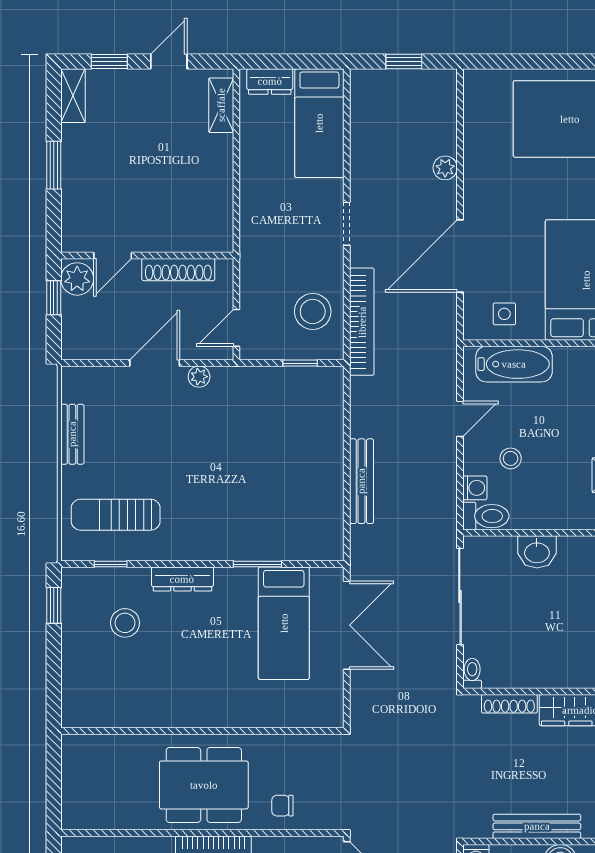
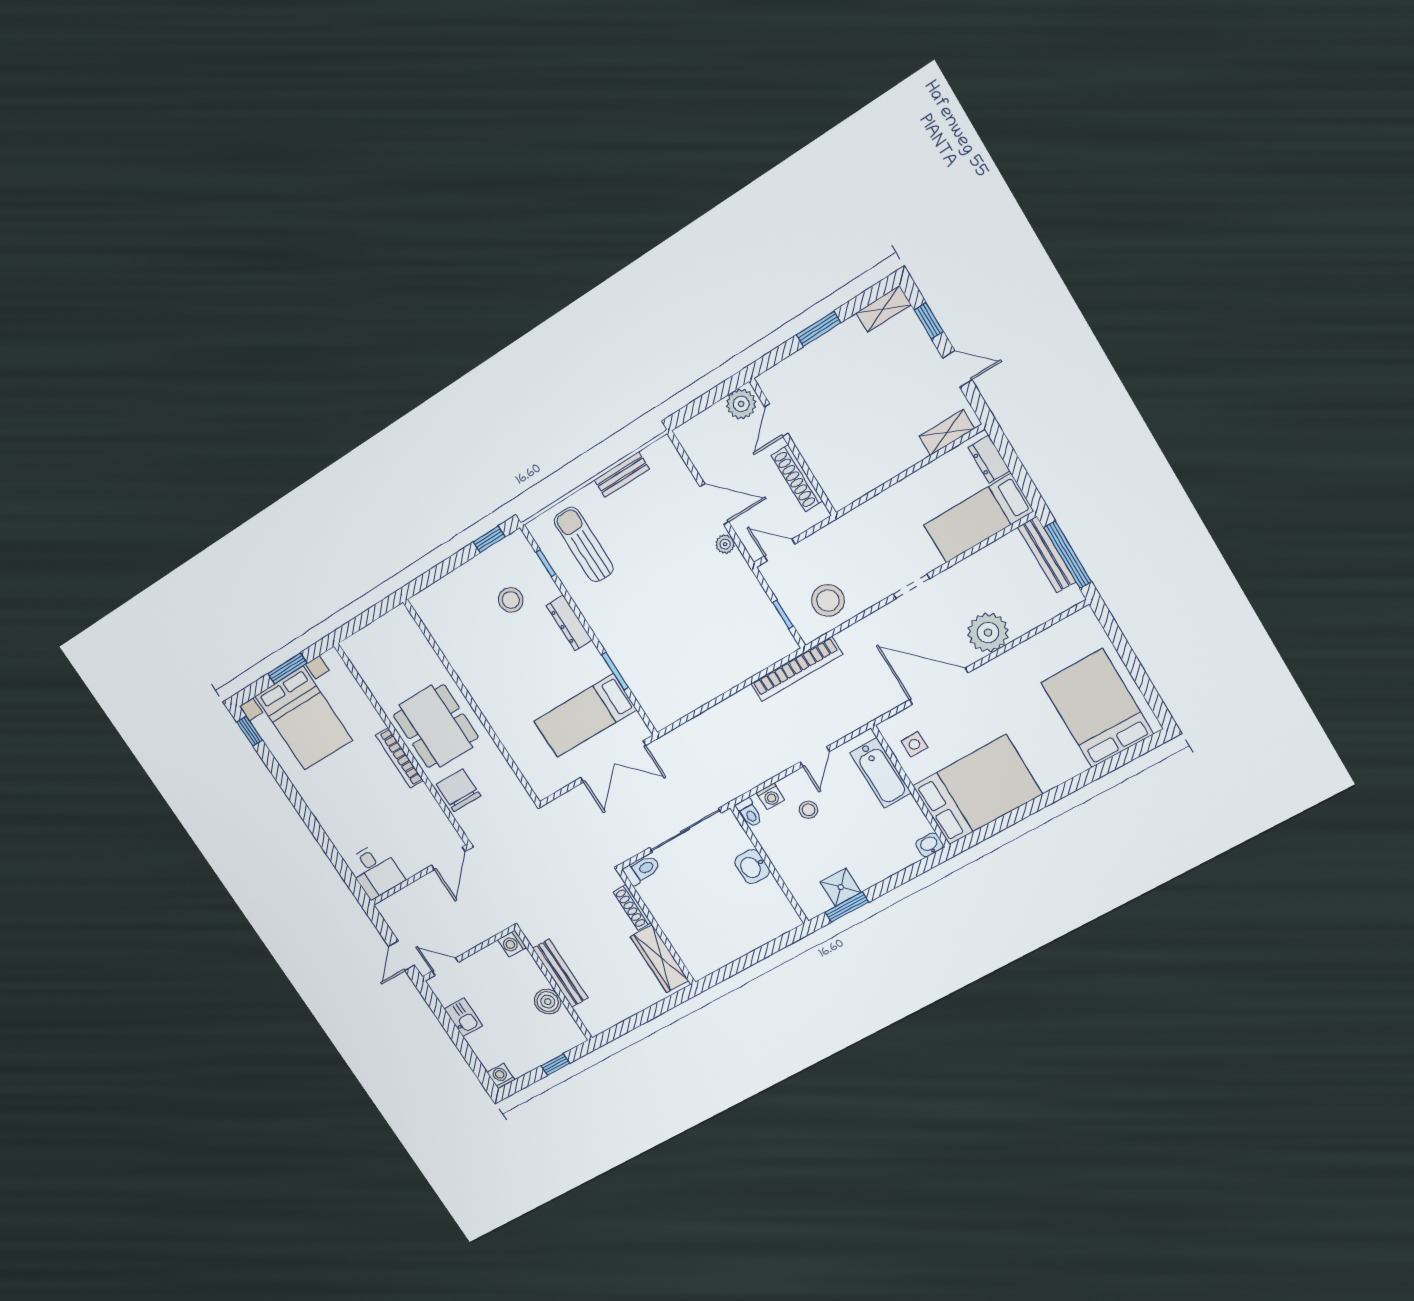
window: (404, 62) -> (1068, 555), width x2.17
plant: (445, 168) -> (988, 633), width x1.87, depth x1.87
door: (113, 255) -> (776, 420), hinge flipped
window: (54, 298) -> (715, 395), removed
bookcase: (362, 322) -> (797, 669), moved
door: (460, 419) -> (815, 757), hinge flipped
bench: (361, 481) -> (1047, 555), moved, turned 90
toilet: (486, 516) -> (749, 813), width x0.73, depth x0.72
toilet: (472, 673) -> (642, 870), width x1.37, depth x1.39
chair: (282, 806) -> (458, 790), width x1.87, depth x1.87

